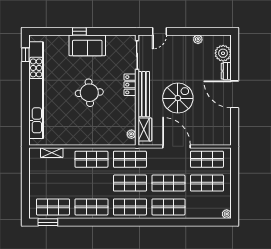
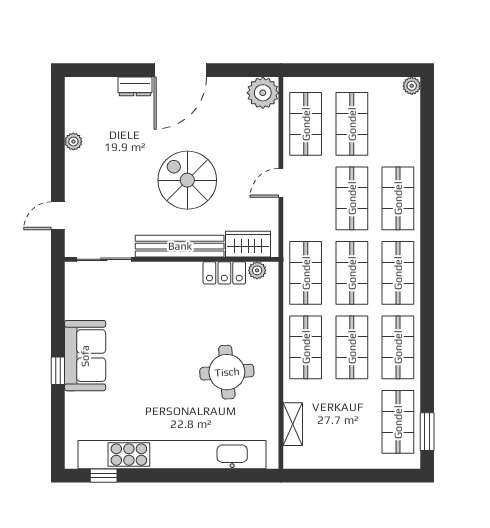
door: (159, 31) -> (58, 216), swing flipped
plant: (223, 53) -> (263, 93), moved
locker: (130, 85) -> (224, 273), moved
round table: (89, 93) -> (227, 372), moved
door: (176, 146) -> (281, 183), width x0.53
shop shelf: (91, 183) -> (352, 347), added

